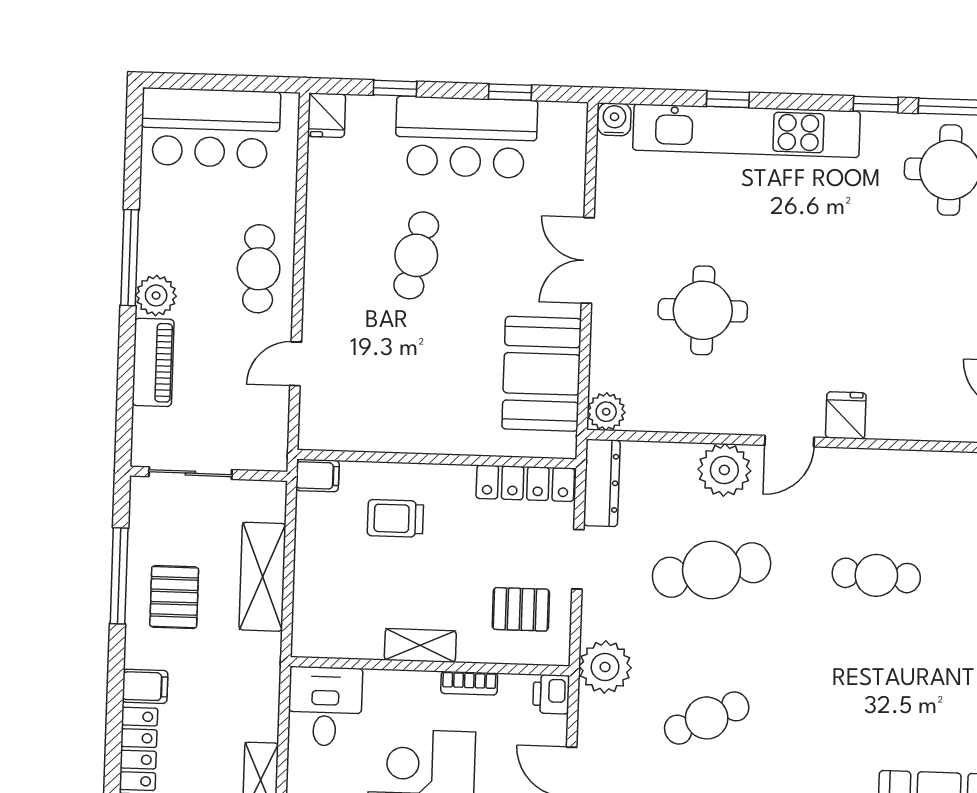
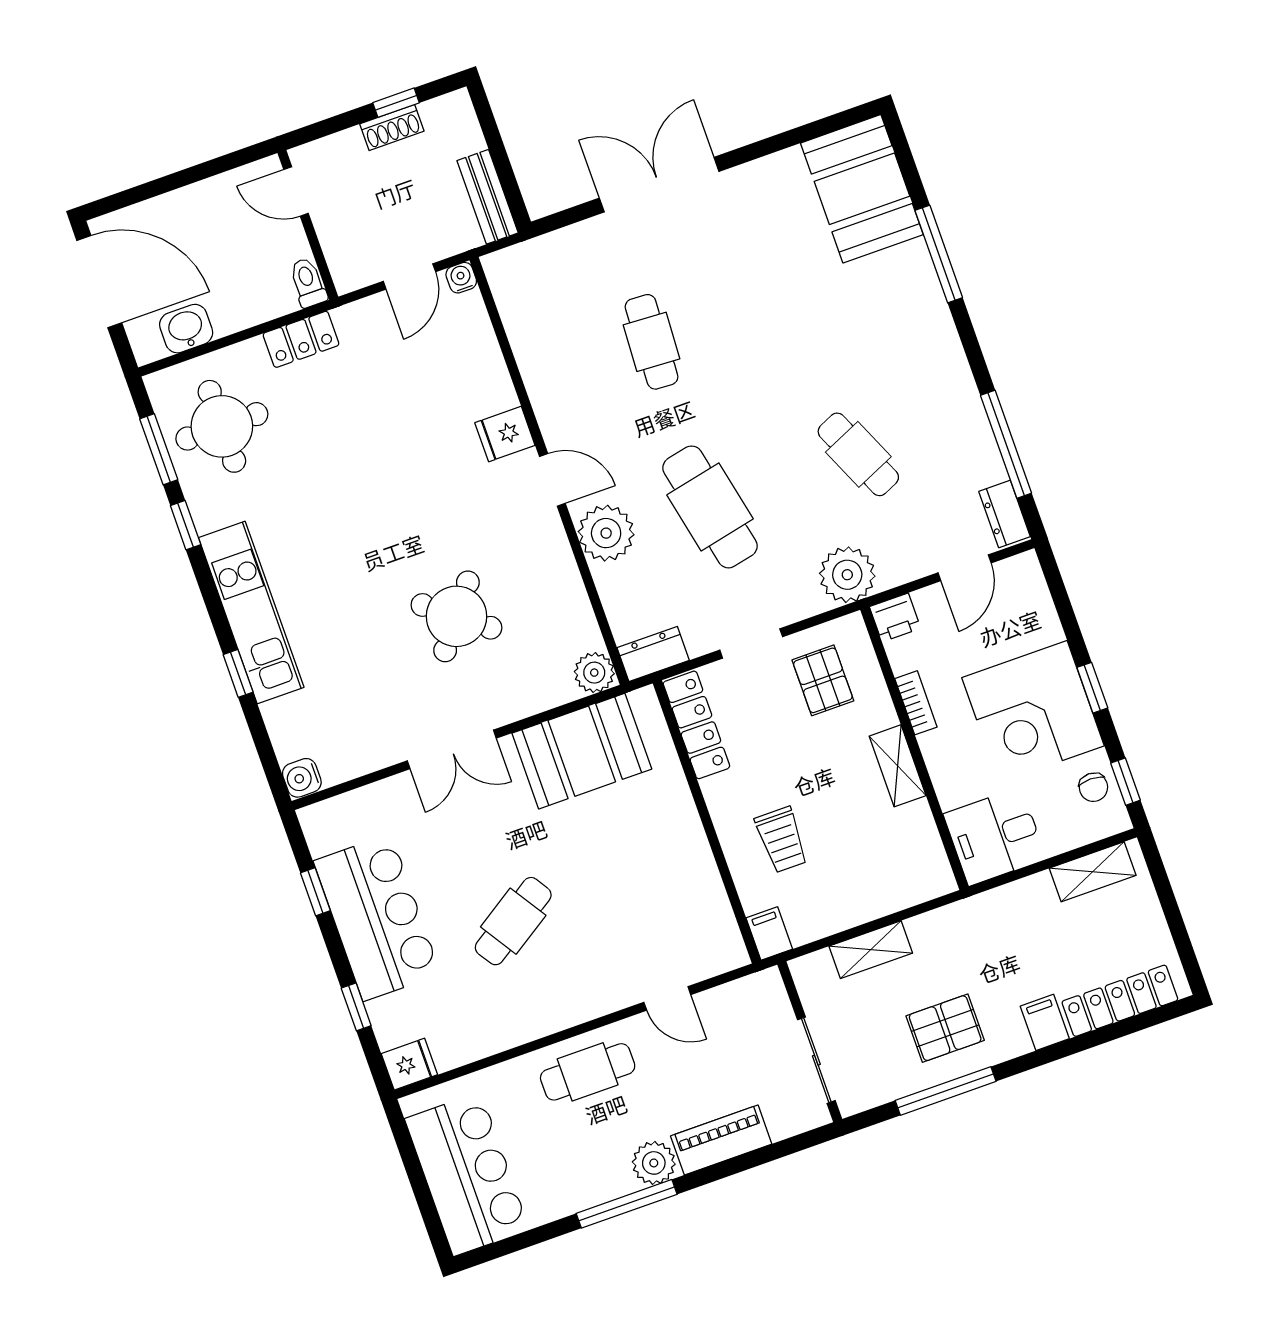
kitchen unit: (746, 131) -> (251, 612), width x0.73
cafe table: (416, 255) -> (513, 921), turned -45
round table: (703, 310) -> (456, 616), turned 38
dresser: (602, 483) -> (653, 654), width x0.70
shelving: (262, 577) -> (871, 950), width x0.67, depth x0.75

